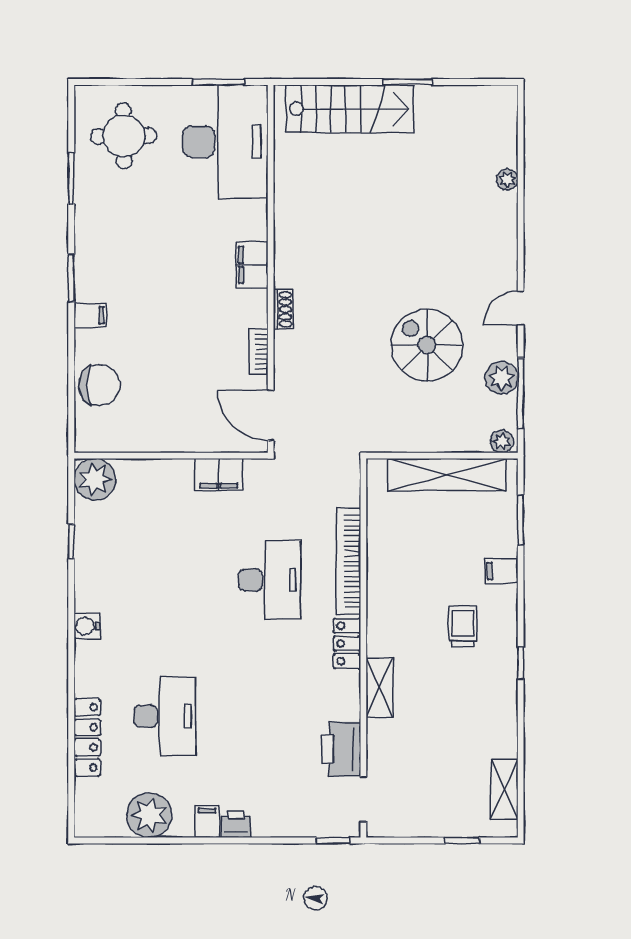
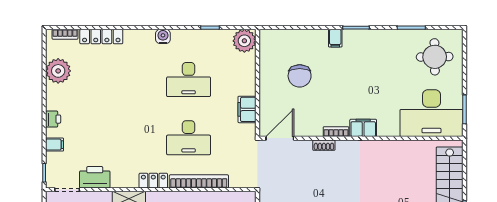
shoe rack: (283, 309) -> (324, 145), moved
bookcase: (259, 352) -> (336, 132), moved
chair: (99, 385) -> (300, 76), moved
desk: (165, 716) -> (189, 80), moved
bookcase: (83, 803) -> (65, 34), added
filing cabinet: (207, 822) -> (55, 145), moved

